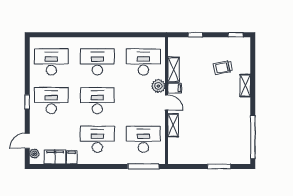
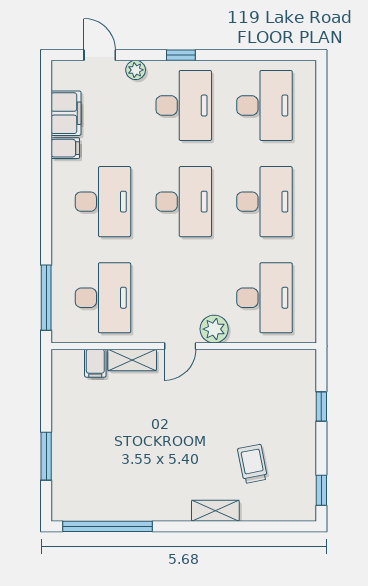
shelving: (174, 70) -> (248, 361), removed
filing cabinet: (175, 88) -> (95, 363), moved
plant: (34, 154) -> (136, 70), moved

